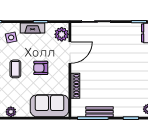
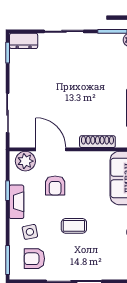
armchair: (41, 68) -> (55, 185), moved

